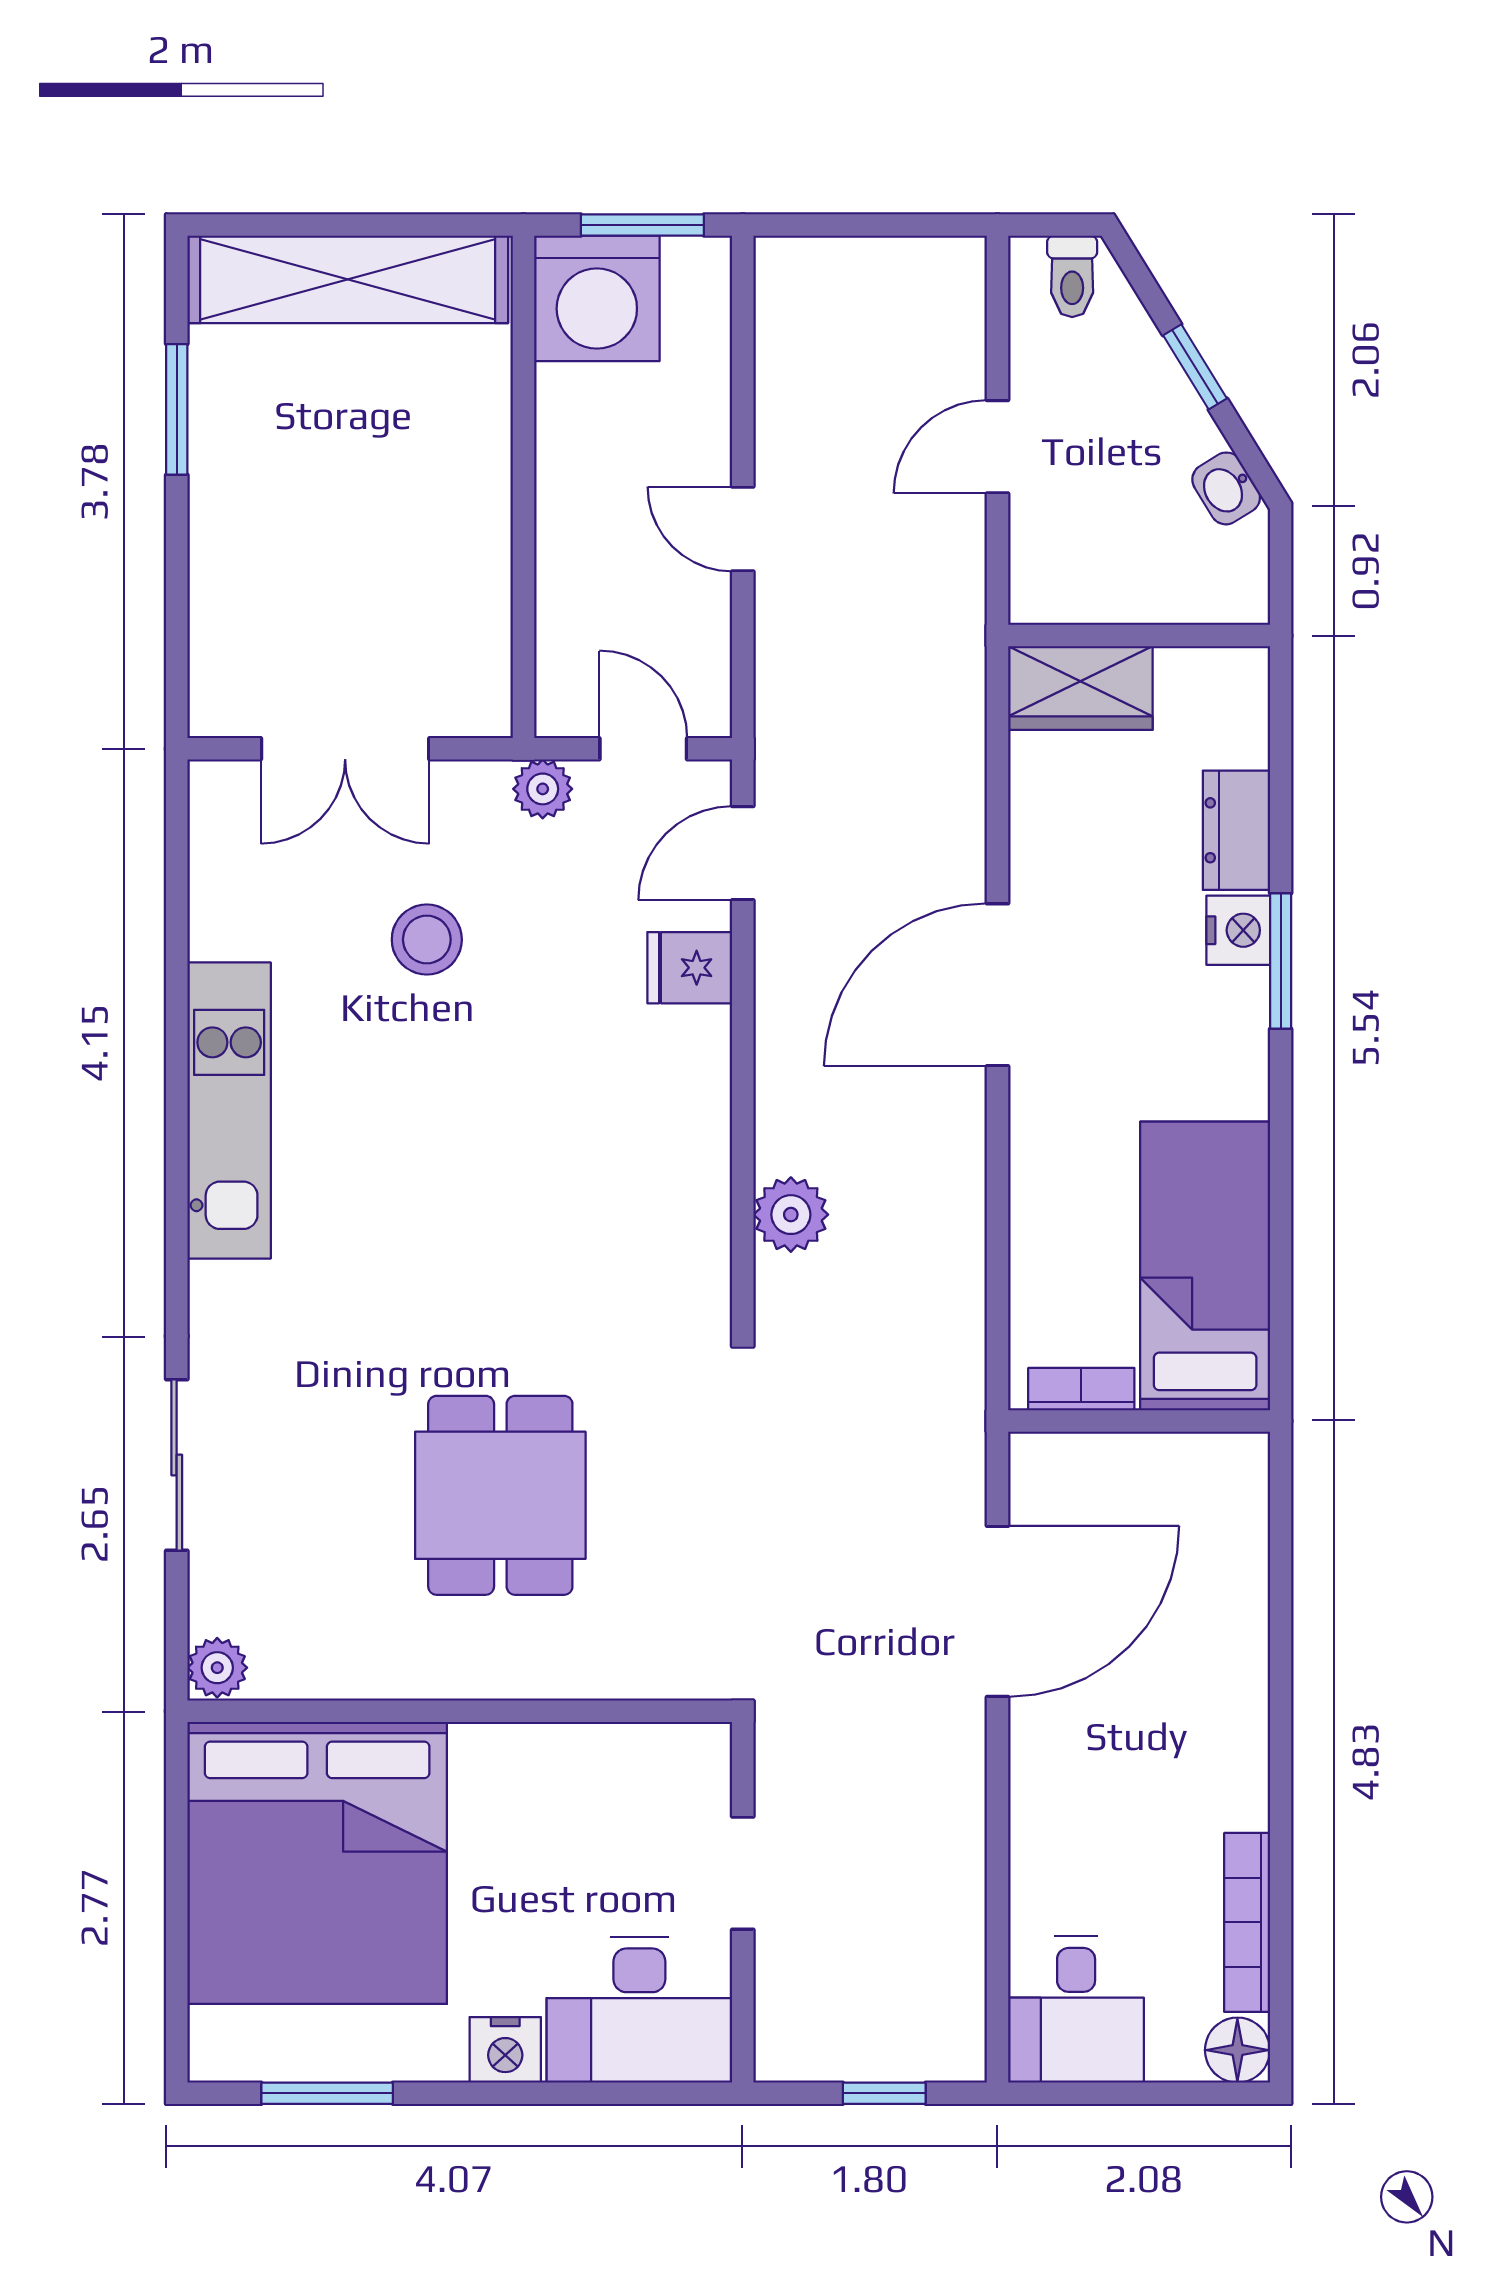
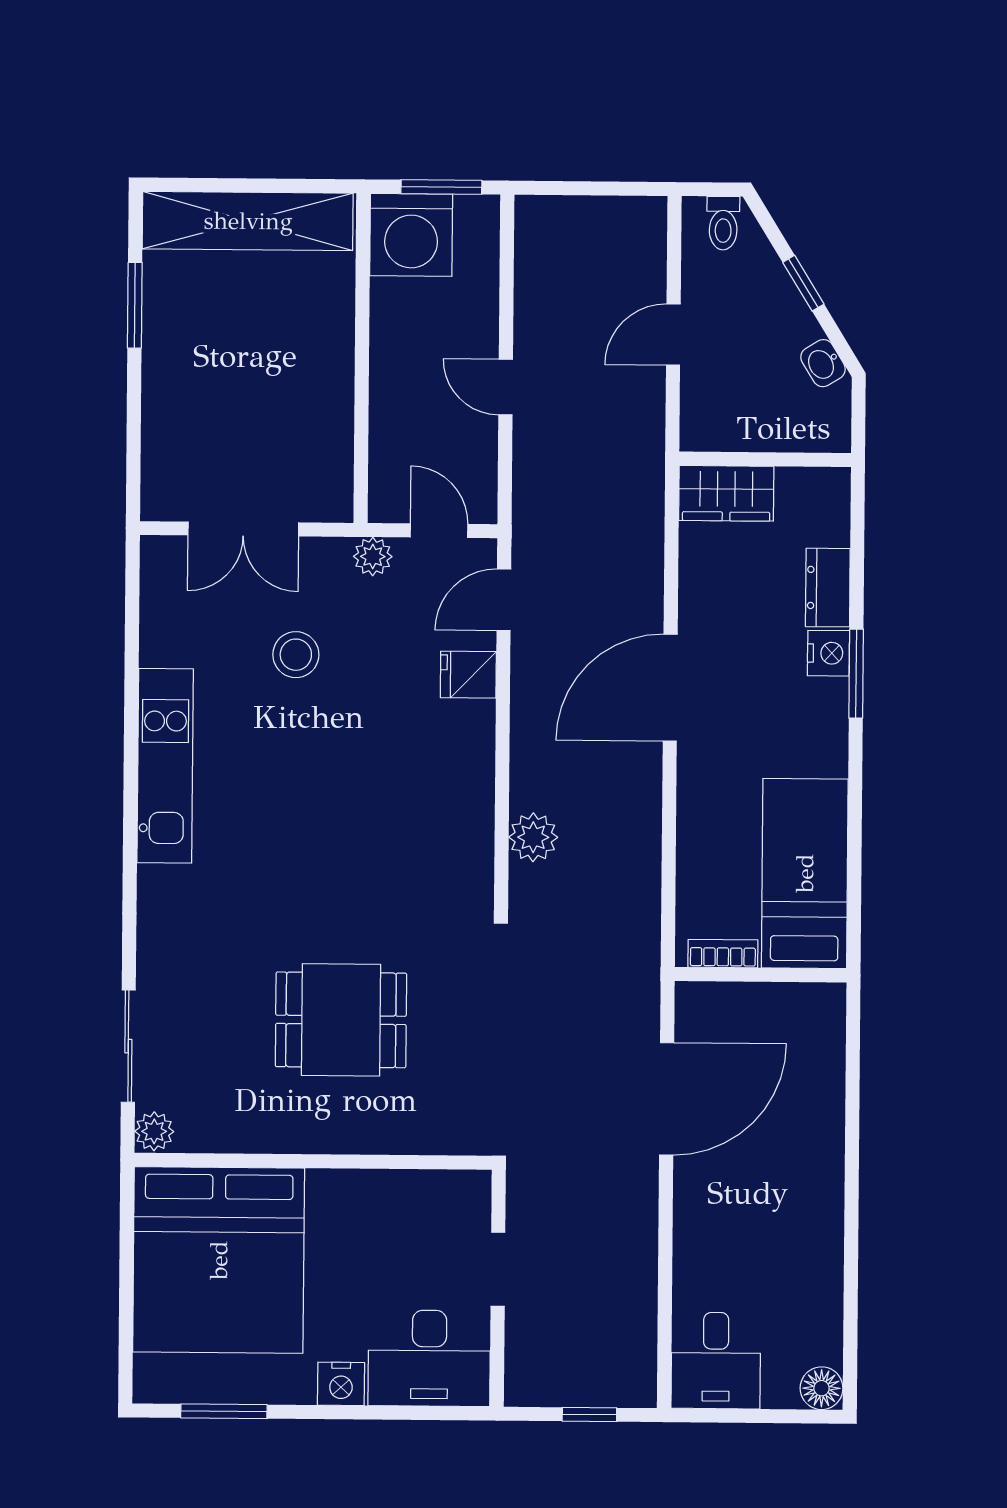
sliding door: (177, 1465) -> (128, 1046), moved
dining table: (500, 1495) -> (341, 1020), turned 90
bookcase: (1247, 1922) -> (829, 1304), removed

